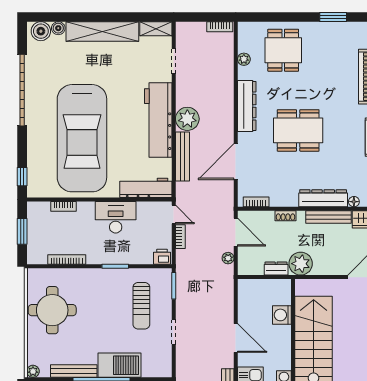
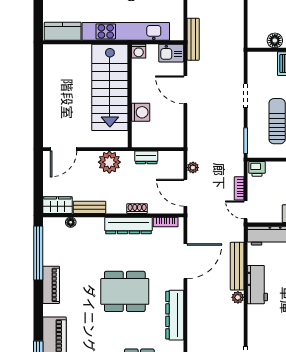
plant: (187, 119) -> (238, 297), width x0.53, depth x0.53
workbench: (158, 120) -> (257, 285), width x0.53, depth x0.76
dresser: (323, 198) -> (128, 226), moved
bench: (329, 217) -> (89, 207), width x0.73
plant: (301, 264) -> (109, 162), moved

